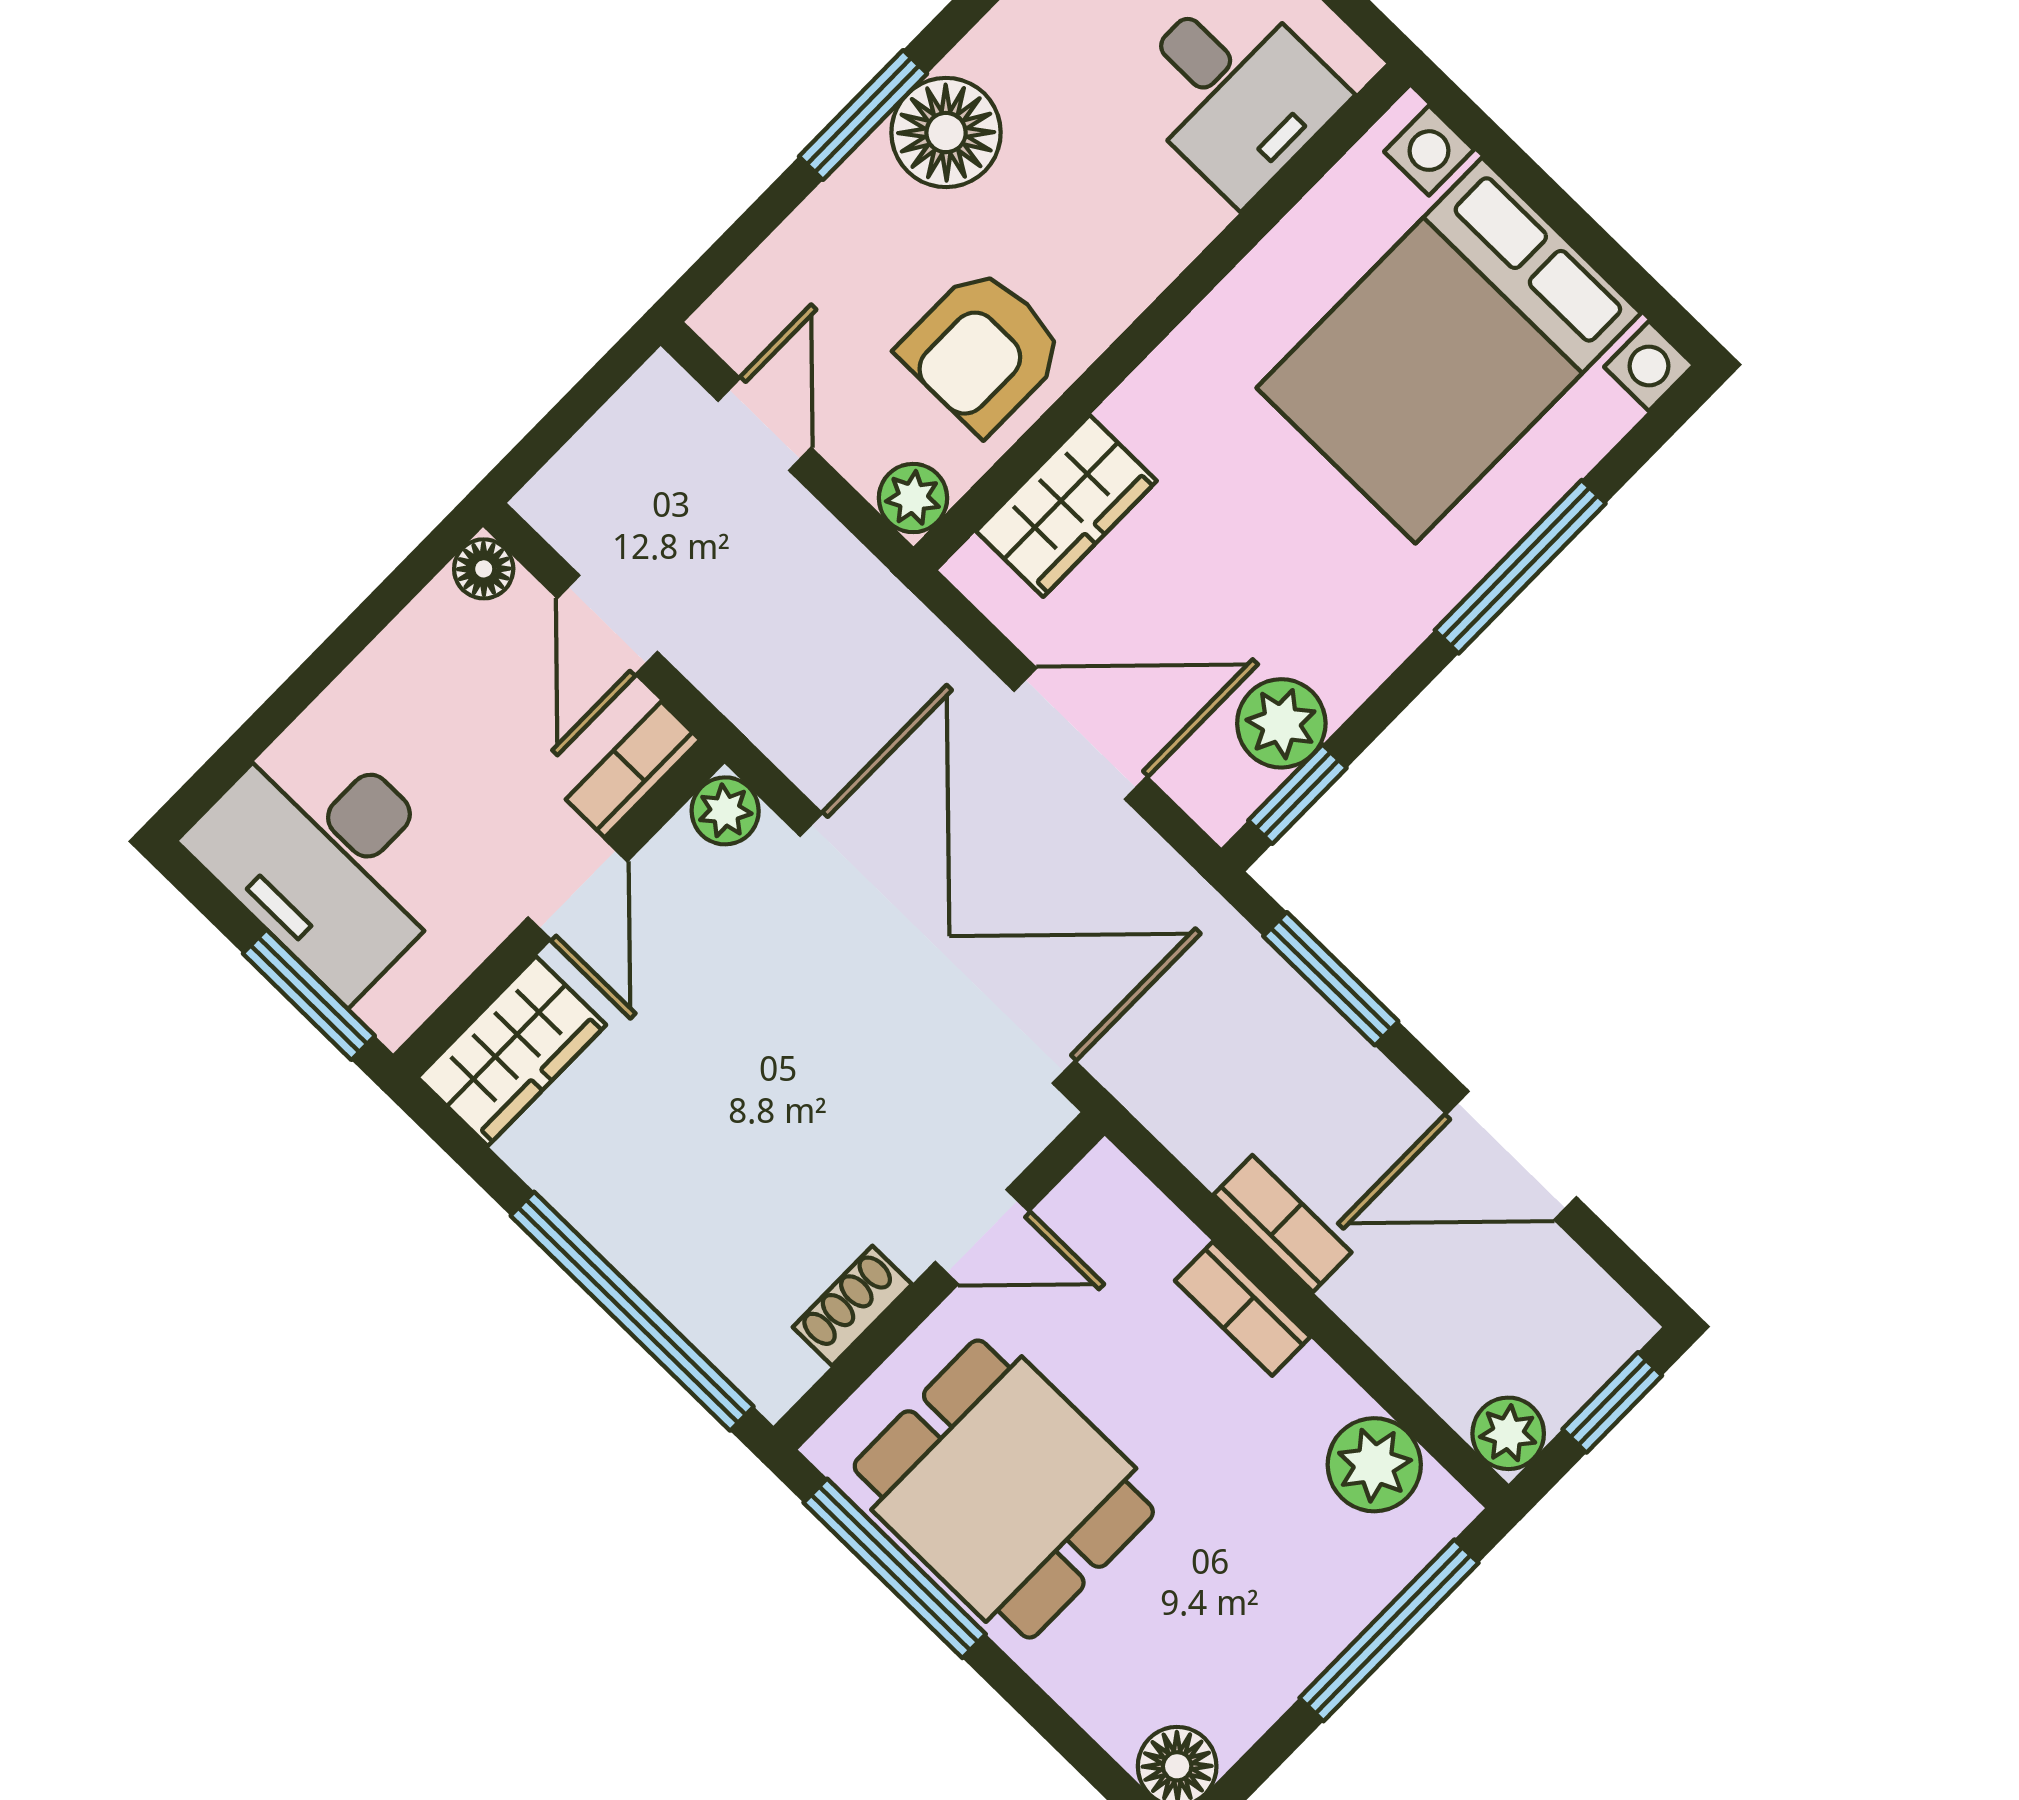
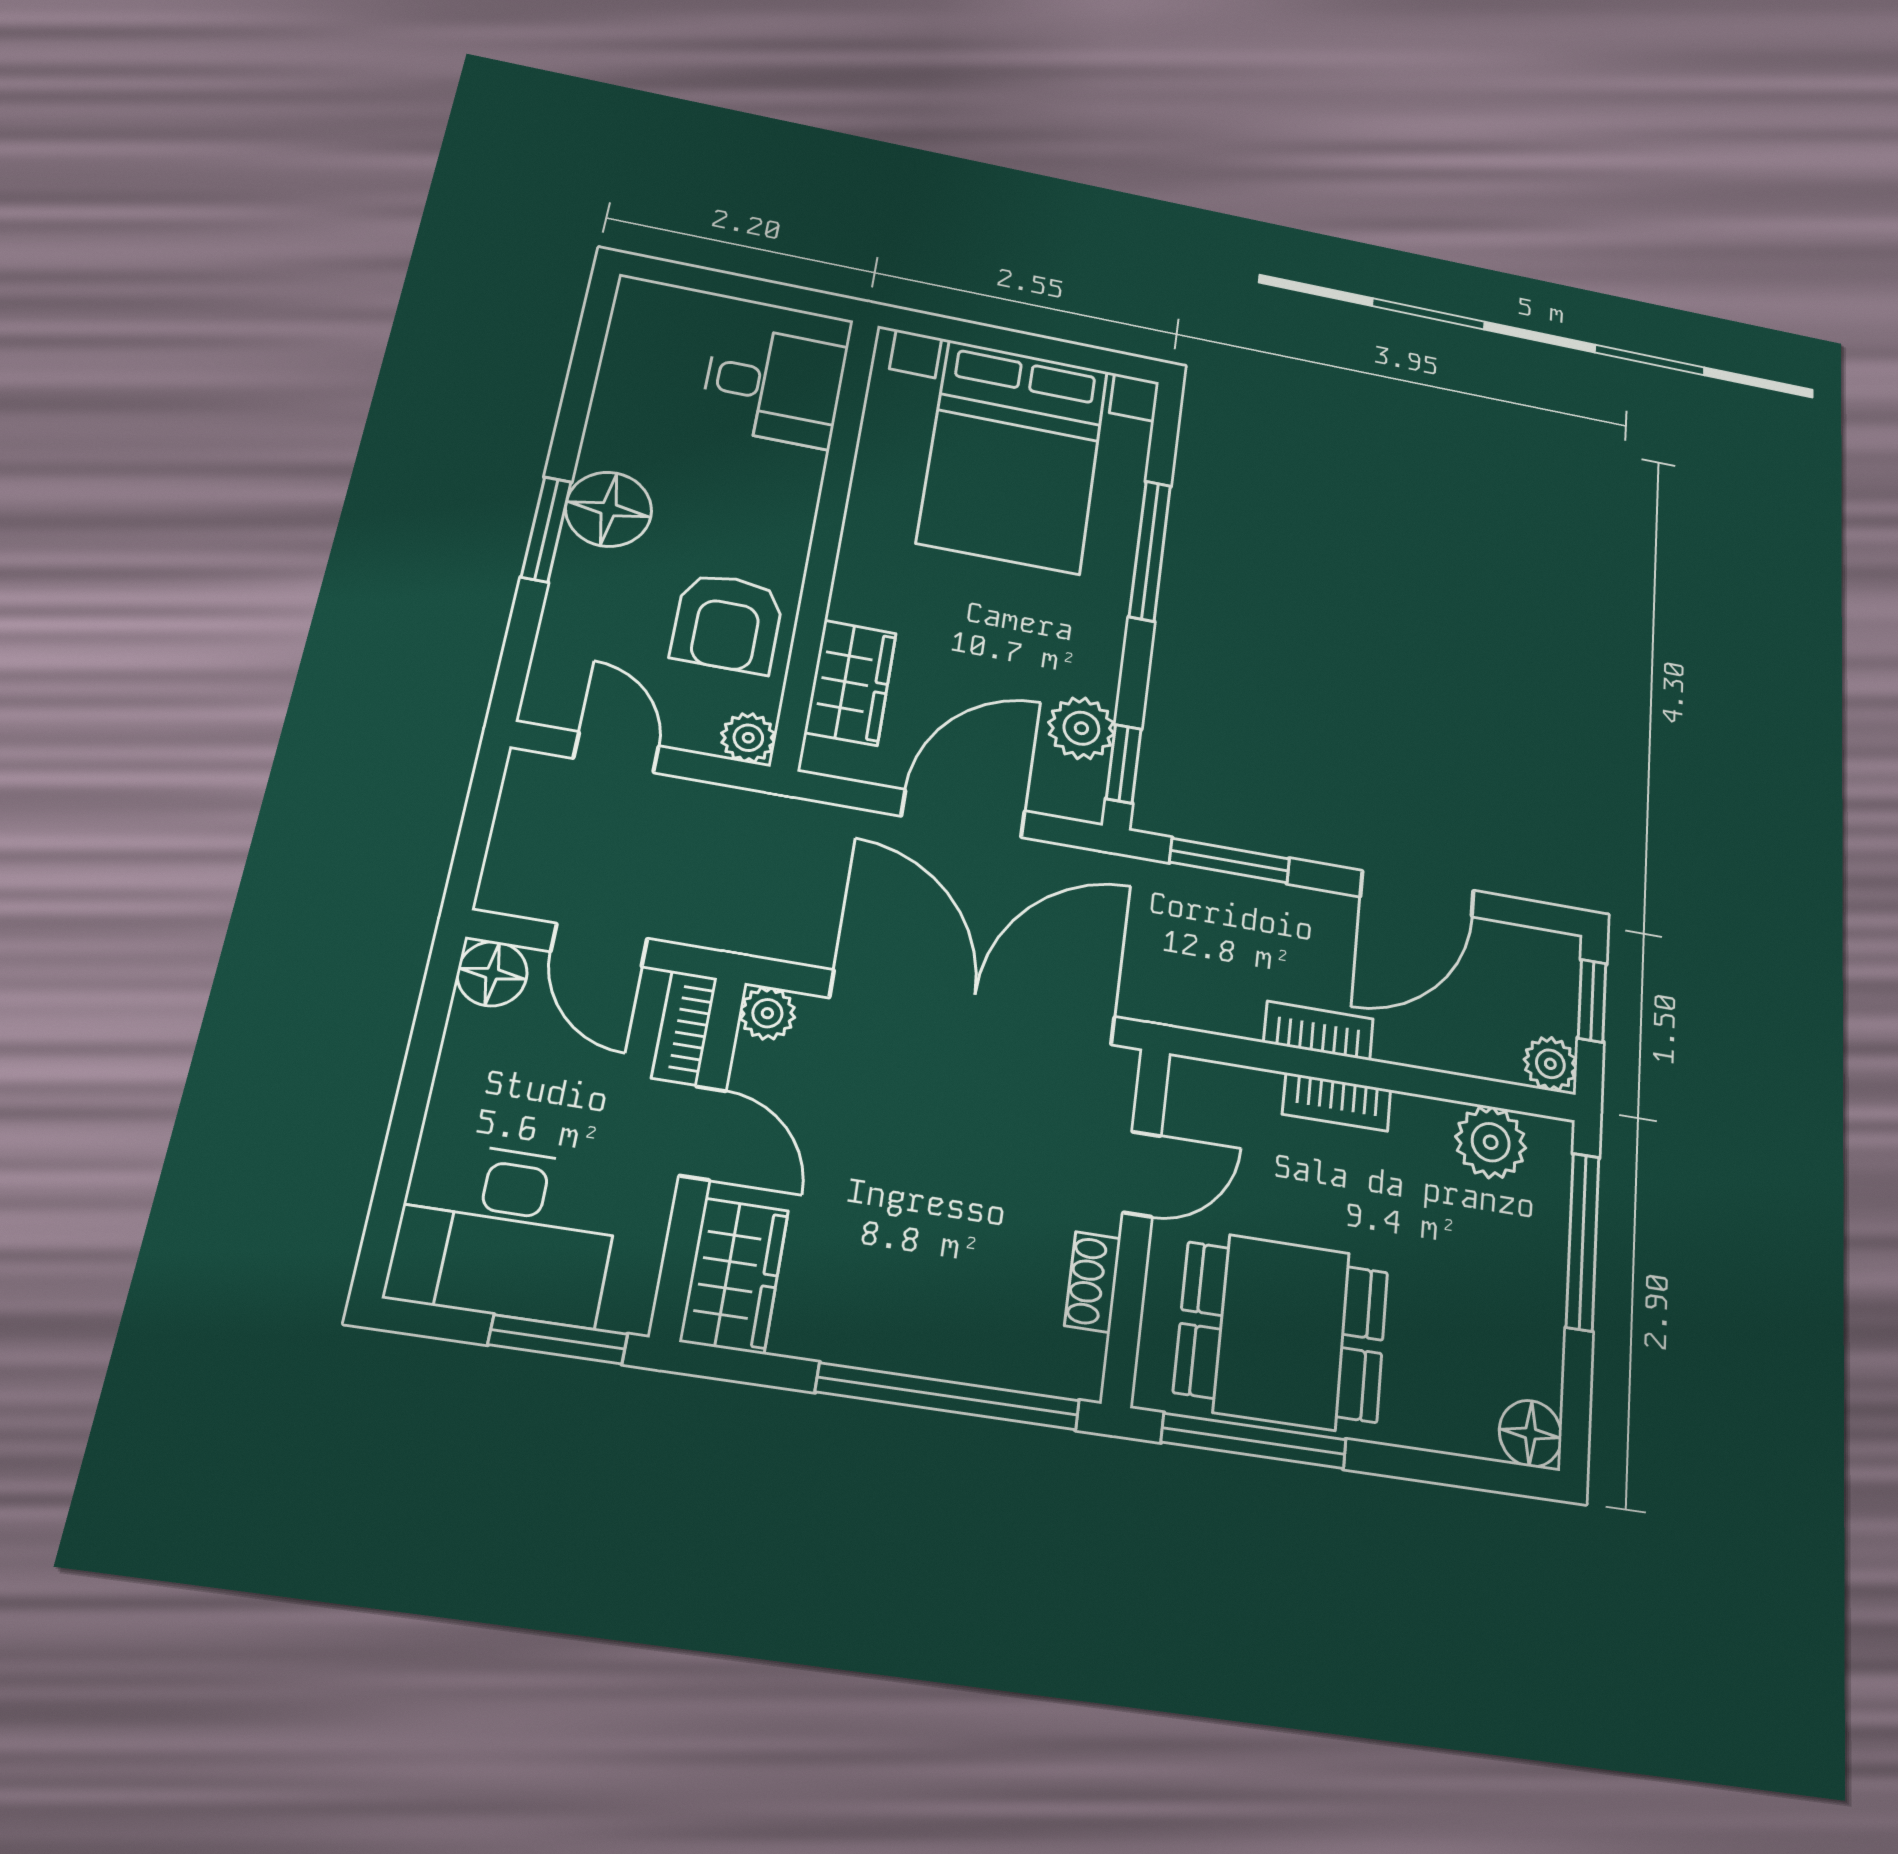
floor lamp: (484, 569) -> (492, 974), width x1.37, depth x1.37

